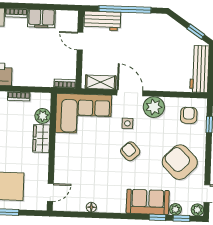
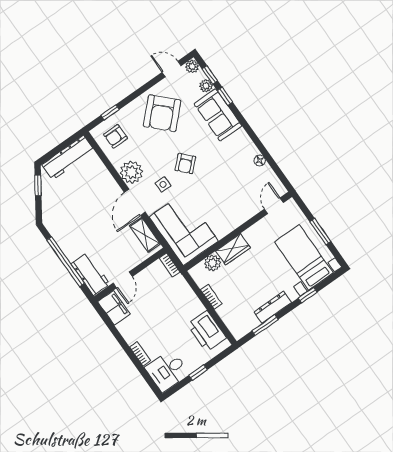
filing cabinet: (41, 18) -> (114, 308), moved
door: (50, 192) -> (274, 206), hinge flipped

